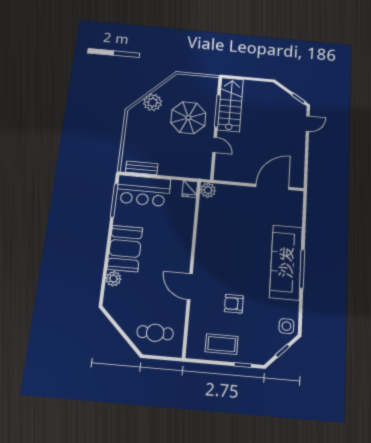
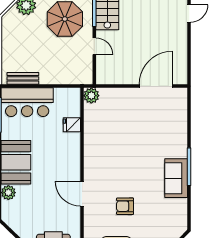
fridge: (190, 189) -> (72, 125), moved, turned 90
sofa: (286, 262) -> (176, 178), width x0.54, depth x0.79
side table: (286, 326) -> (176, 223), removed

